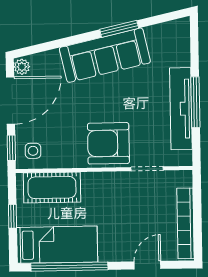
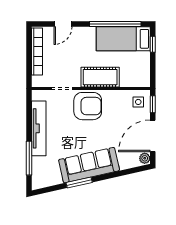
window: (195, 102) -> (29, 158), moved
cot: (52, 188) -> (100, 77), moved
window: (12, 216) -> (153, 44), moved

